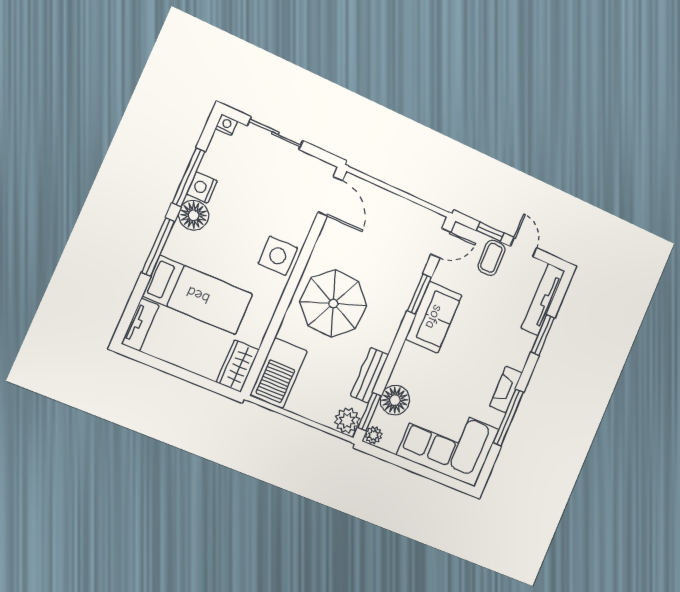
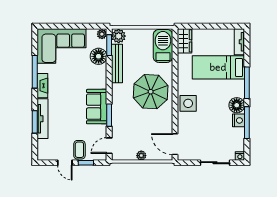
plant: (395, 203) -> (141, 156), added
tv unit: (543, 300) -> (43, 119), moved
bench: (369, 375) -> (117, 64), width x1.36

